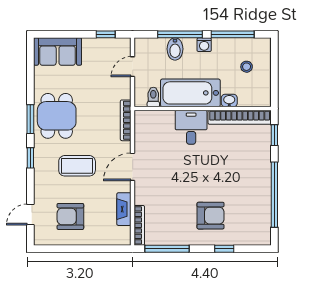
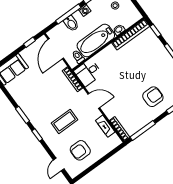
door: (133, 67) -> (56, 49), width x1.87
dining table: (57, 116) -> (35, 103), removed
desk: (191, 127) -> (88, 73), moved, turned -90
door: (133, 167) -> (94, 101), swing flipped

